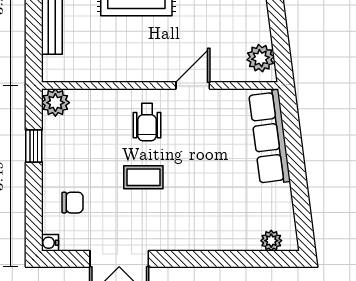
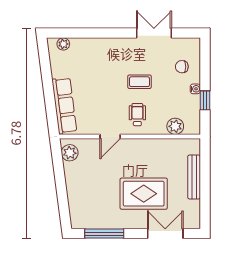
plant: (55, 103) -> (175, 126), moved
water cooler: (50, 243) -> (195, 89), moved

